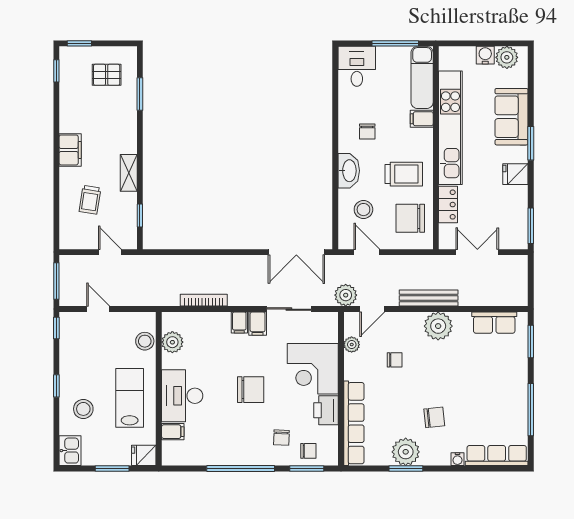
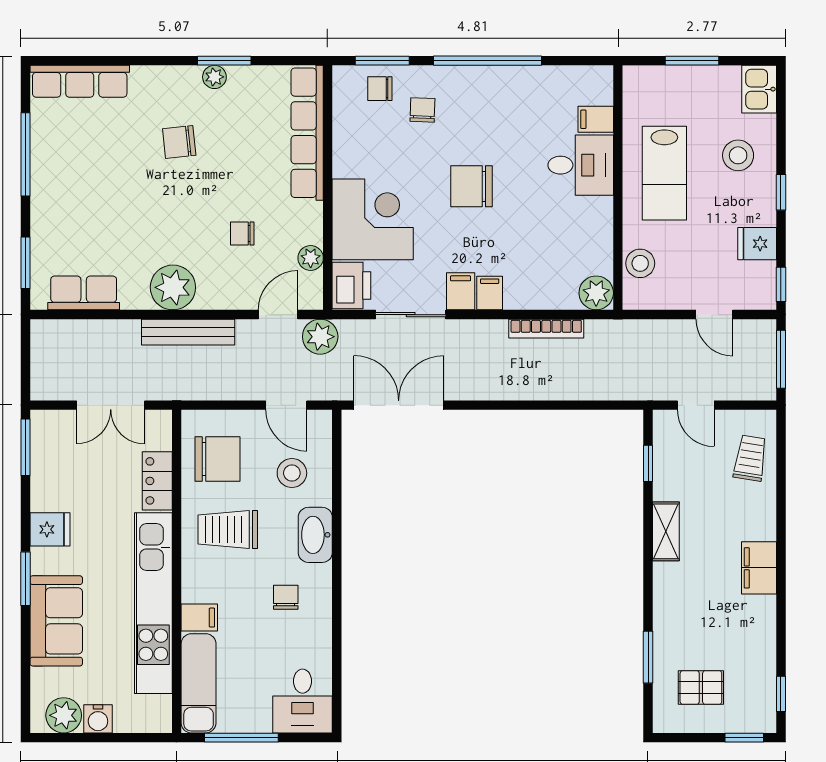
trolley: (90, 200) -> (750, 458), moved
plant: (172, 342) -> (596, 293), moved
desk: (182, 396) -> (581, 165), width x0.73
printer: (326, 410) -> (351, 285), moved
plant: (406, 452) -> (214, 77), width x0.53, depth x0.53
fridge: (144, 455) -> (757, 244), moved, turned 180
water cooler: (457, 459) -> (142, 76), removed

